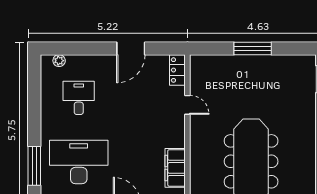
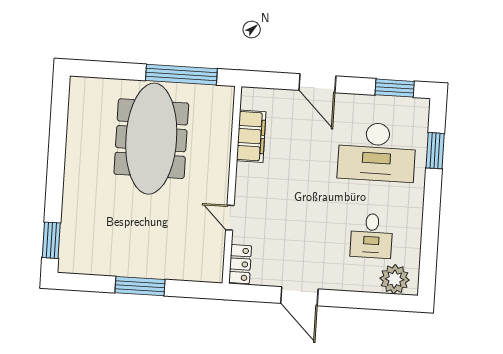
door: (131, 48) -> (299, 296), swing flipped
plant: (59, 61) -> (395, 279), width x1.88, depth x1.88
window: (34, 166) -> (435, 151), width x0.69

